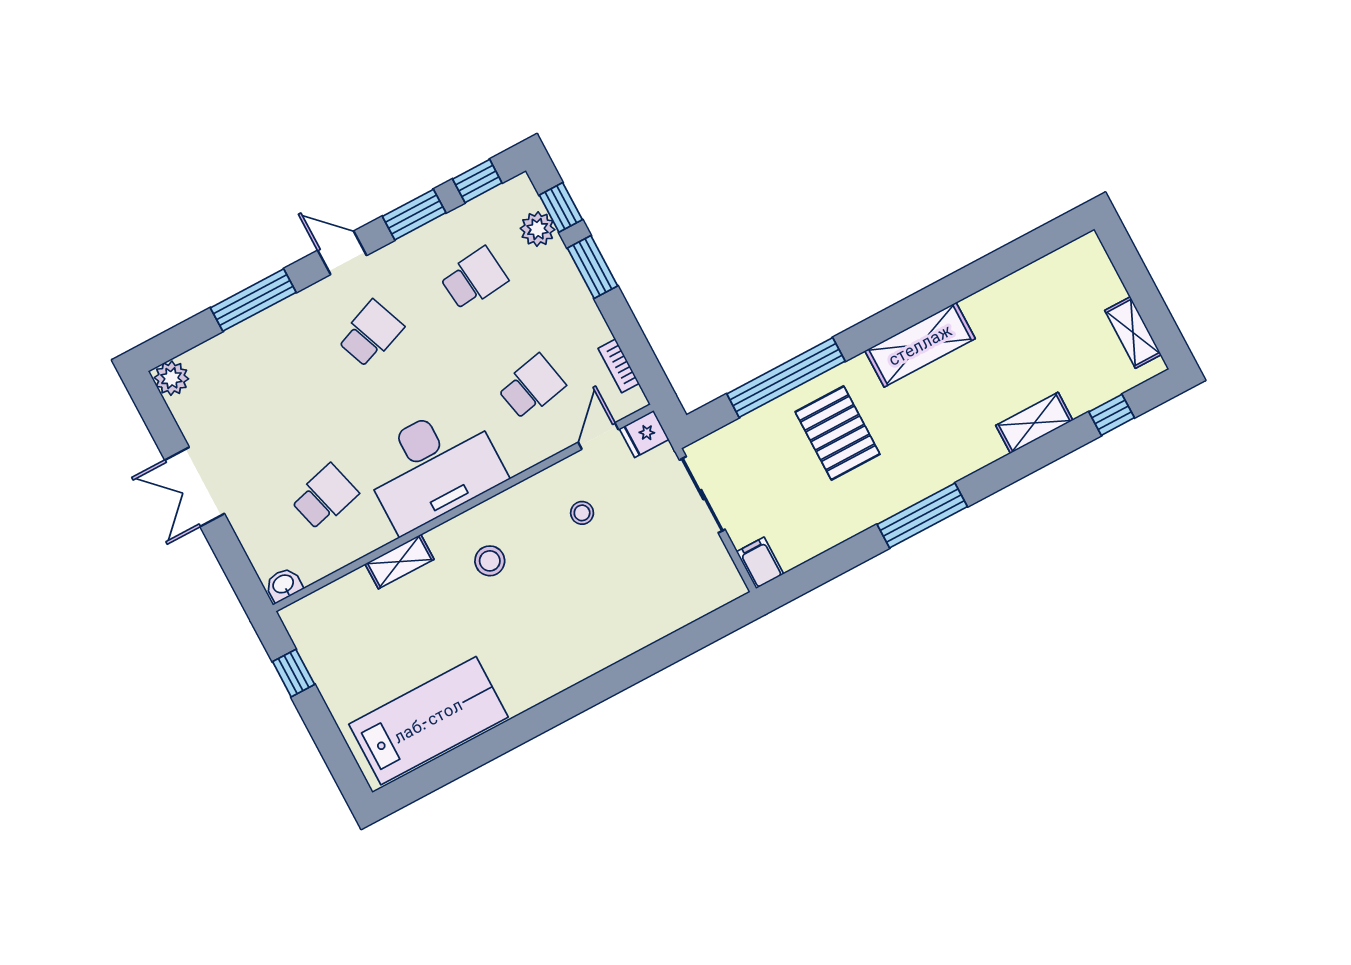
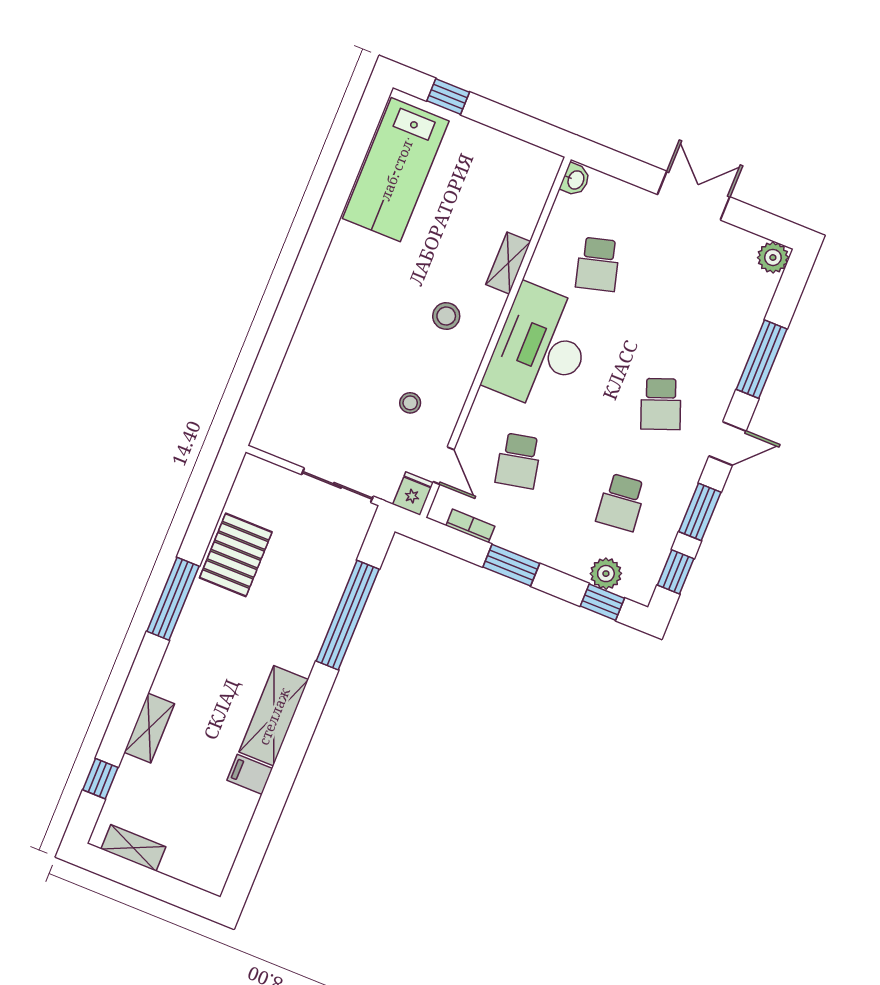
window: (592, 267) -> (511, 565), moved
pallet: (838, 433) -> (236, 555), moved, turned 90
filing cabinet: (760, 563) -> (250, 774), moved, turned 180
window: (294, 673) -> (448, 96), moved

